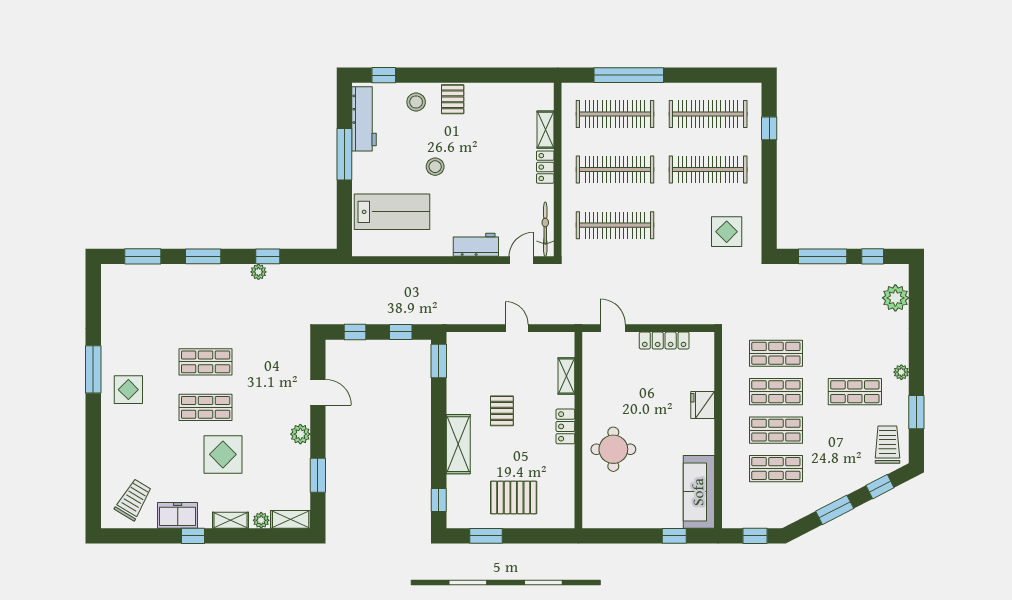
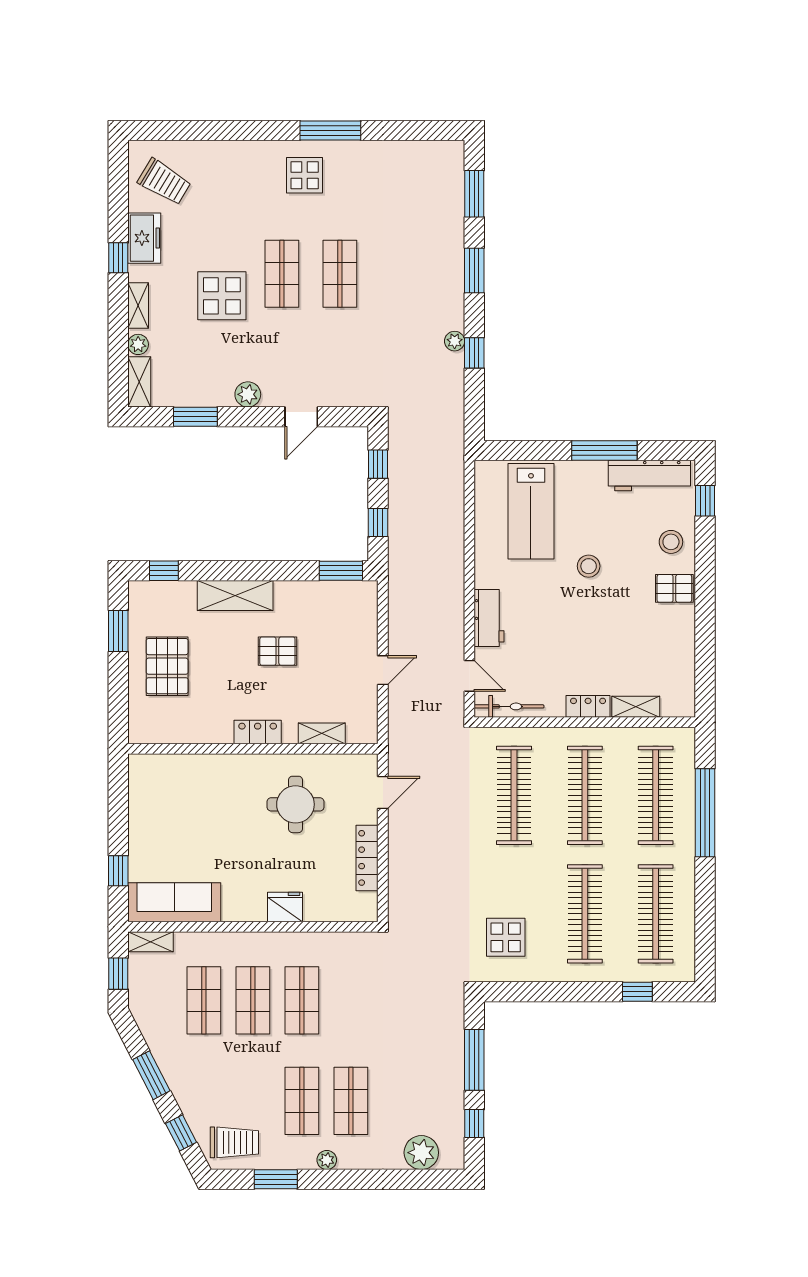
shop shelf: (776, 353) -> (351, 1101), moved
round table: (613, 449) -> (295, 804), moved
shelving: (730, 510) -> (151, 942), added

